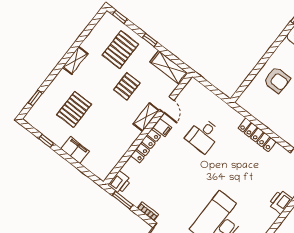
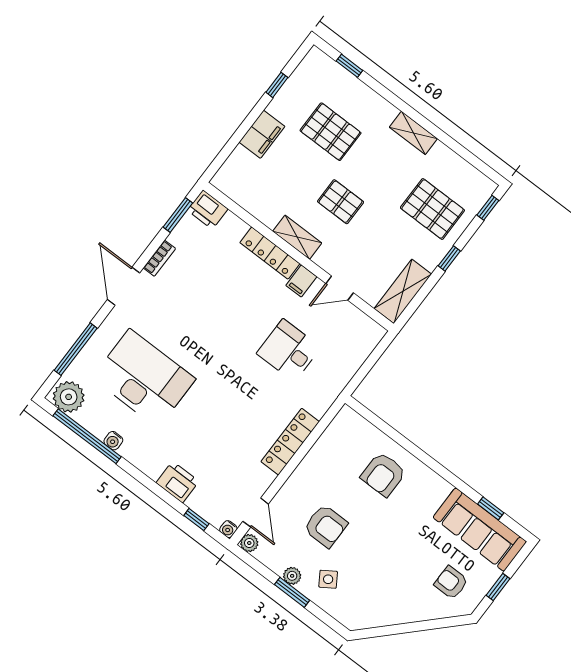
pallet: (127, 86) -> (341, 202), moved
shelving: (146, 117) -> (297, 237), moved

